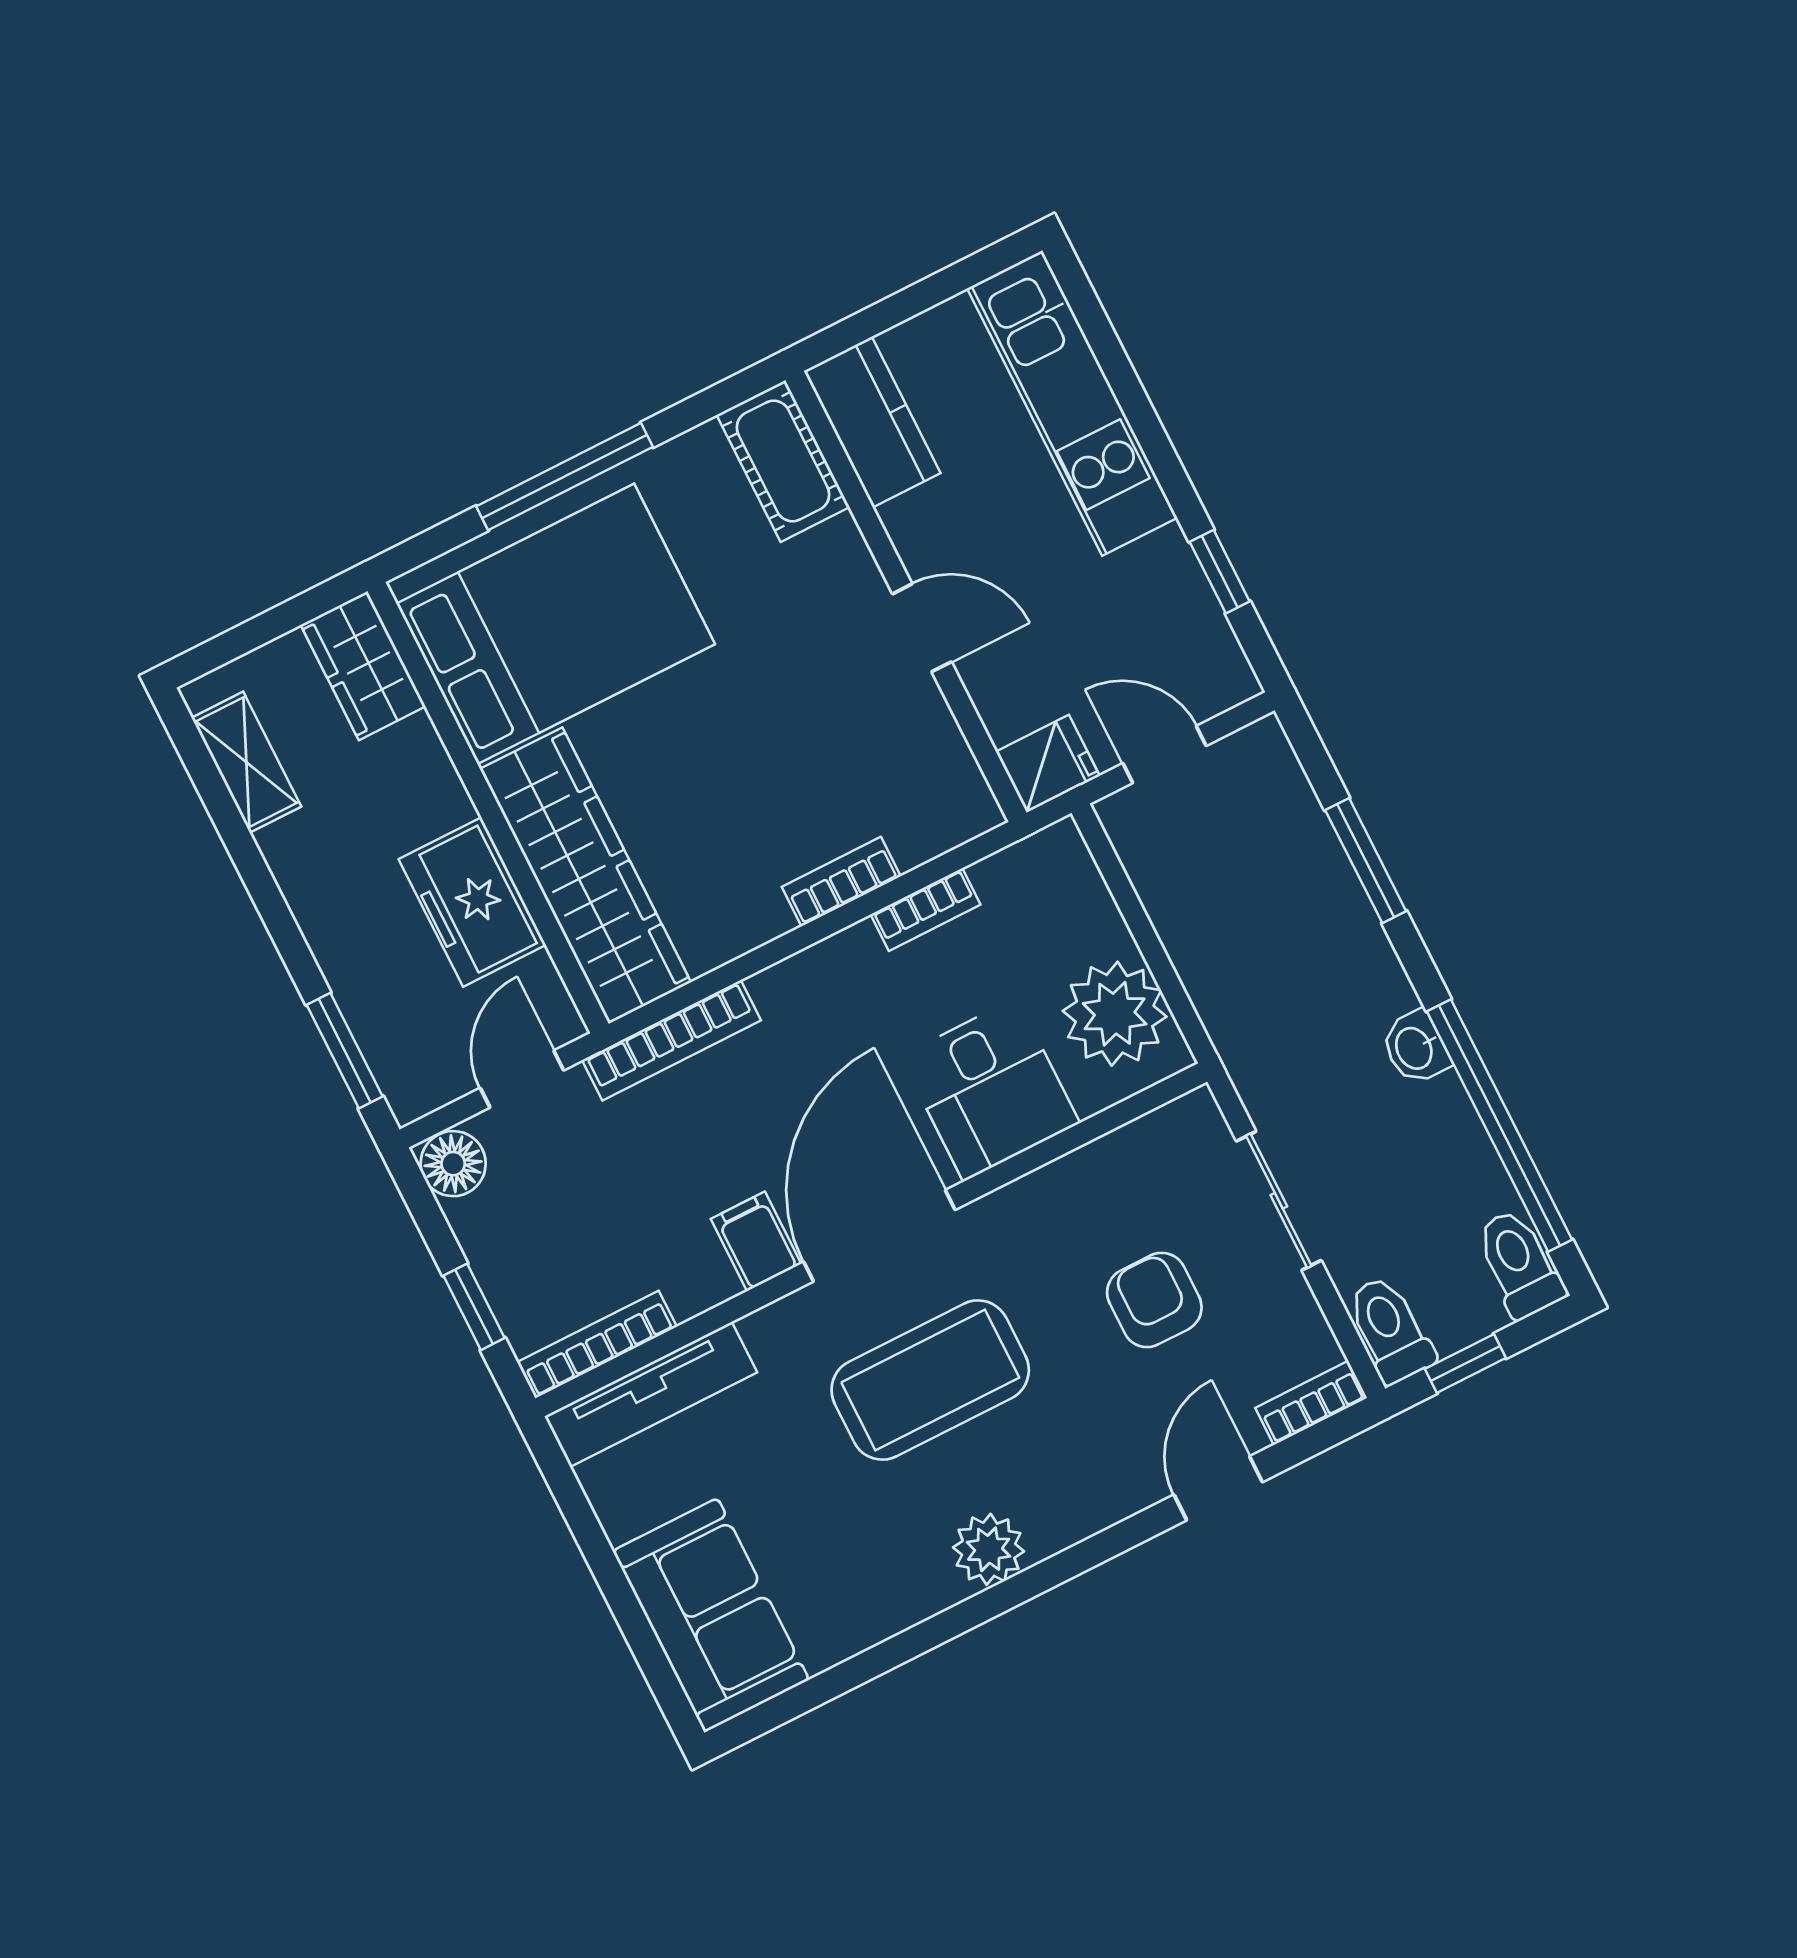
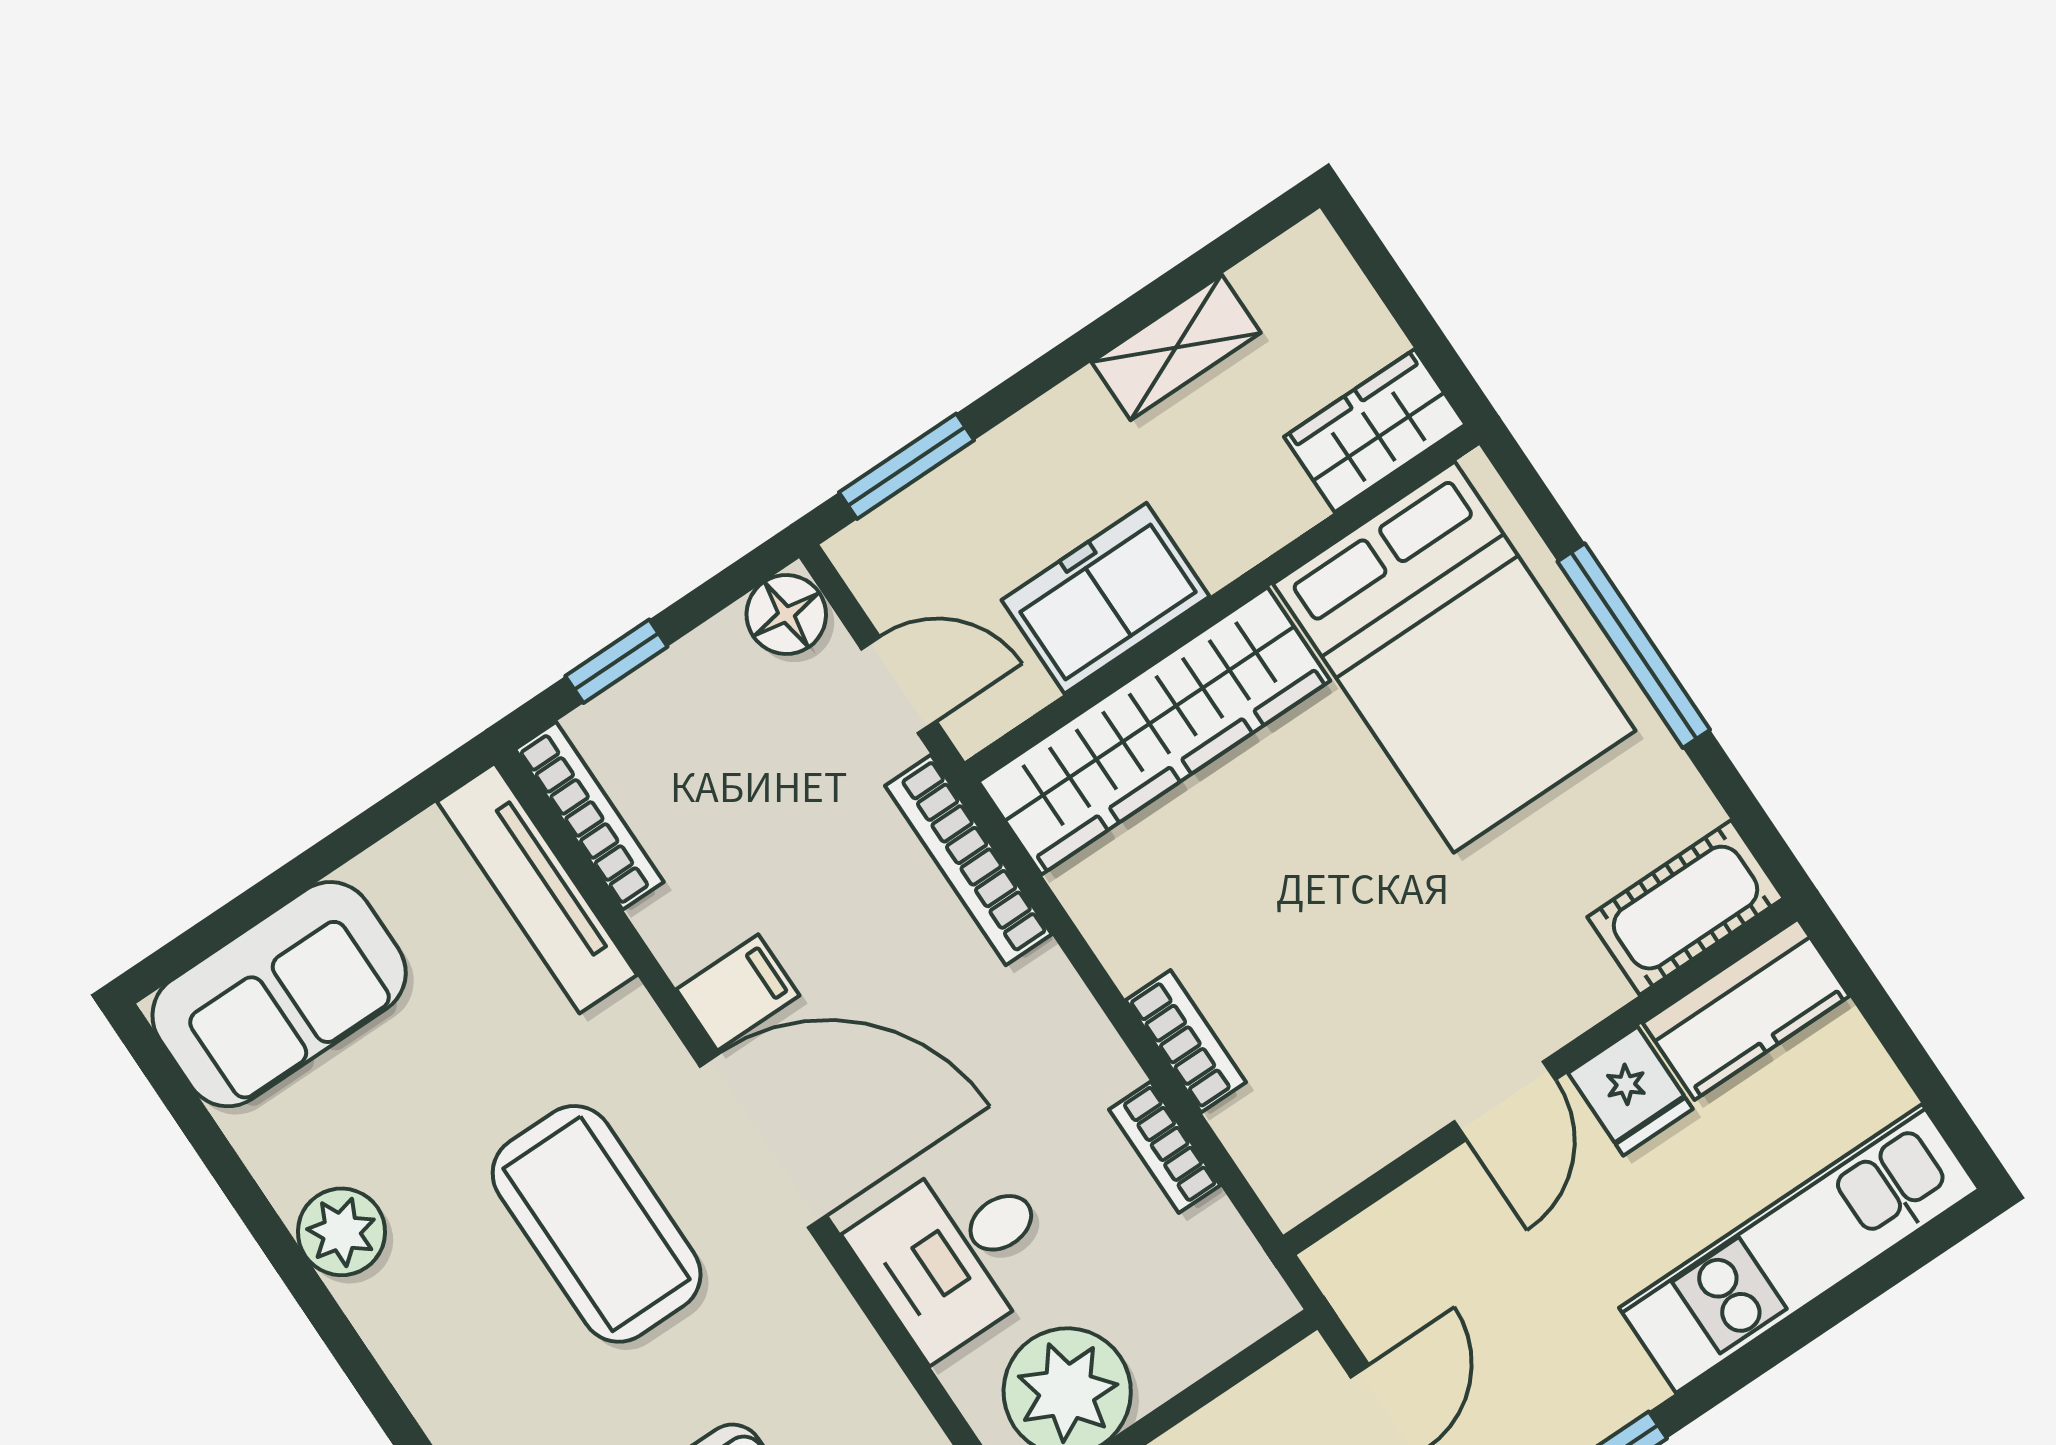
shelving: (246, 762) -> (1176, 347), moved
fridge: (1048, 764) -> (1630, 1091), moved
plant: (989, 1549) -> (341, 1232), moved

